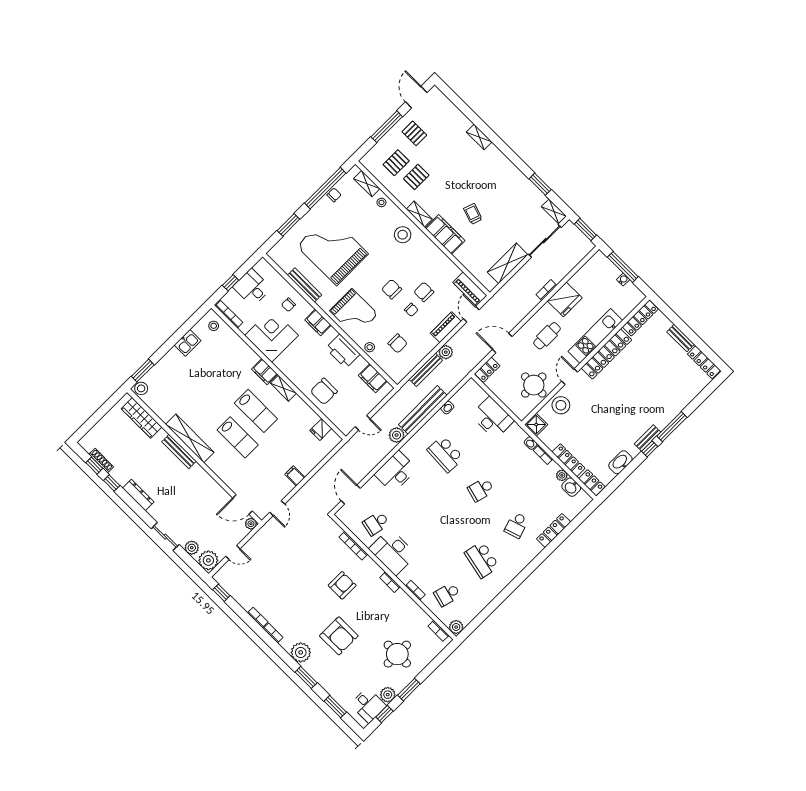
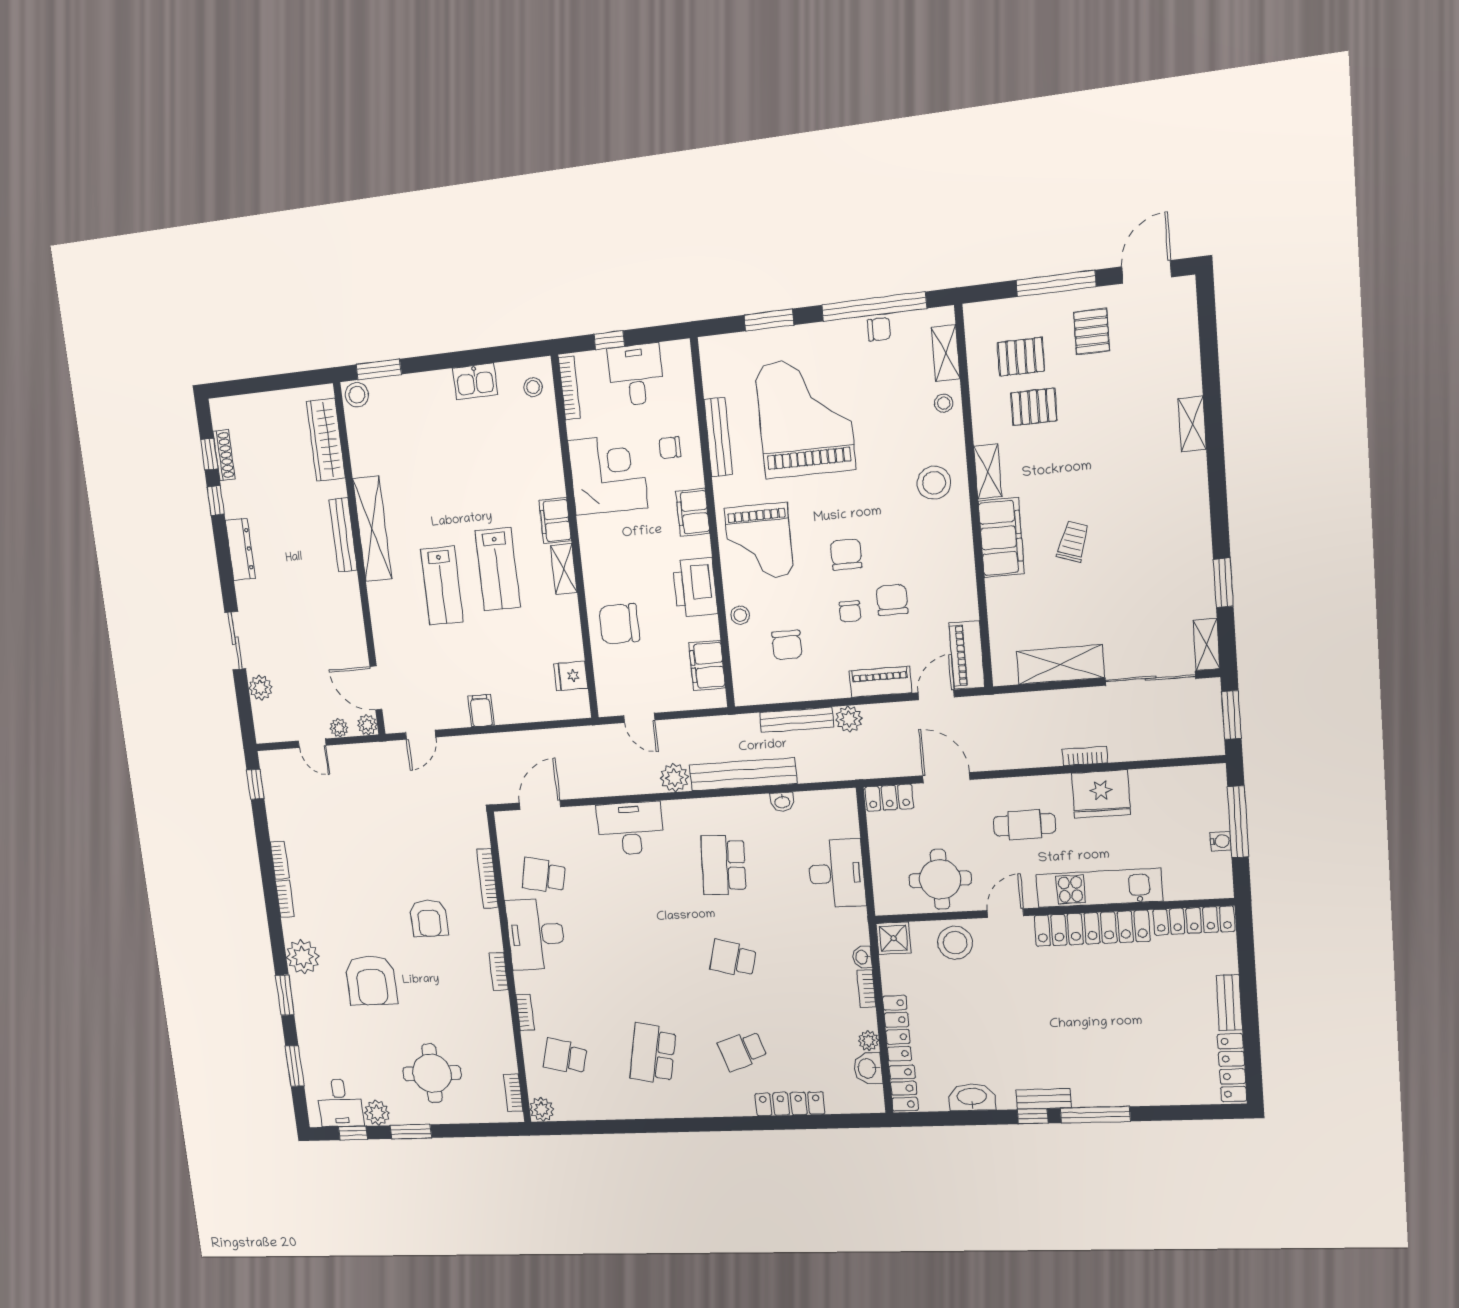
plant: (208, 560) -> (339, 728), moved, width x0.53, depth x0.53
armchair: (342, 585) -> (429, 918), turned 90

